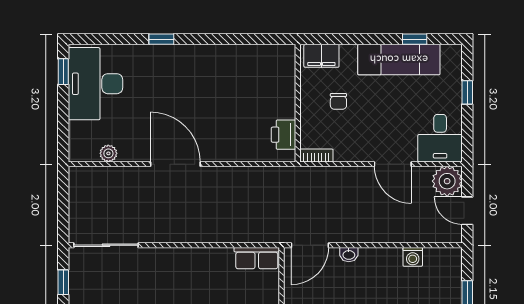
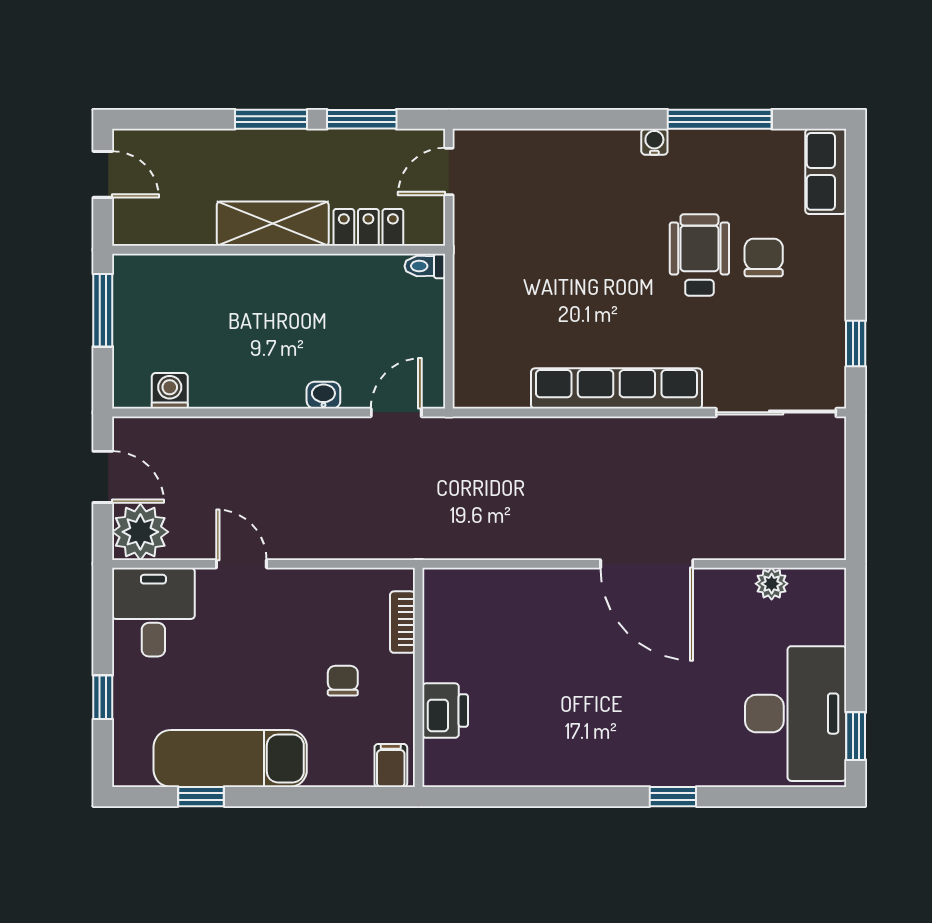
filing cabinet: (321, 56) -> (391, 765), width x0.50
printer: (284, 135) -> (445, 711), moved
bookcase: (316, 155) -> (403, 622), moved, turned 90
door: (393, 164) -> (241, 564), width x0.73
door: (310, 245) -> (396, 412), width x0.73
washing machine: (413, 257) -> (170, 391), moved
row of seats: (257, 258) -> (616, 388), moved, width x2.02

